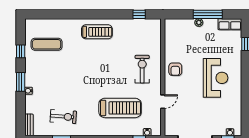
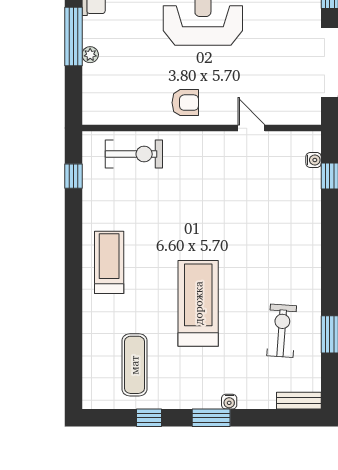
exercise bike: (142, 69) -> (134, 154), moved, turned 180
treadmill: (120, 108) -> (198, 303), moved

